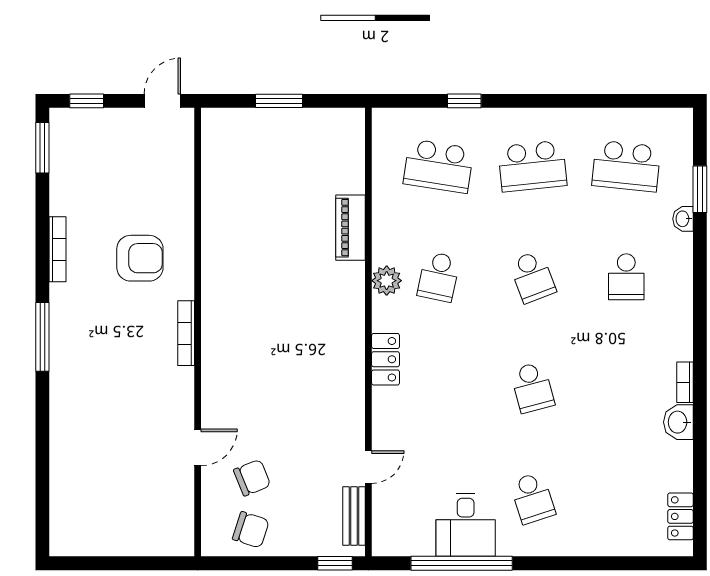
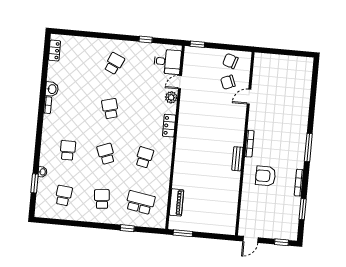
window: (279, 101) -> (183, 233), moved
window: (42, 148) -> (303, 209), moved
school desk: (532, 166) -> (102, 199), width x0.54
school desk: (626, 166) -> (64, 195), width x0.54
piano: (351, 228) -> (176, 202), moved
plant: (387, 281) -> (171, 97), moved
school desk: (532, 498) -> (114, 64), turned 42
bench: (354, 516) -> (237, 159), moved
desk: (466, 525) -> (168, 62), moved, turned 90
window: (462, 563) -> (146, 40), width x0.32

